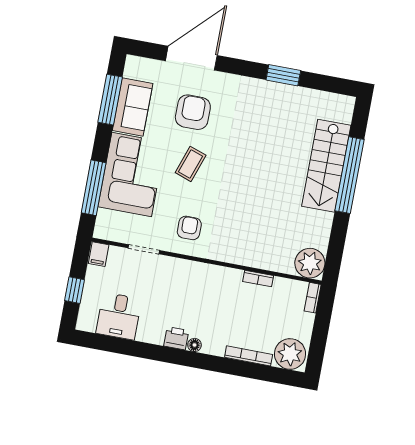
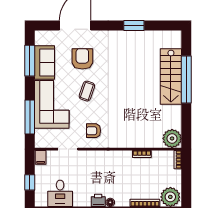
armchair: (189, 228) -> (94, 131), turned -90

